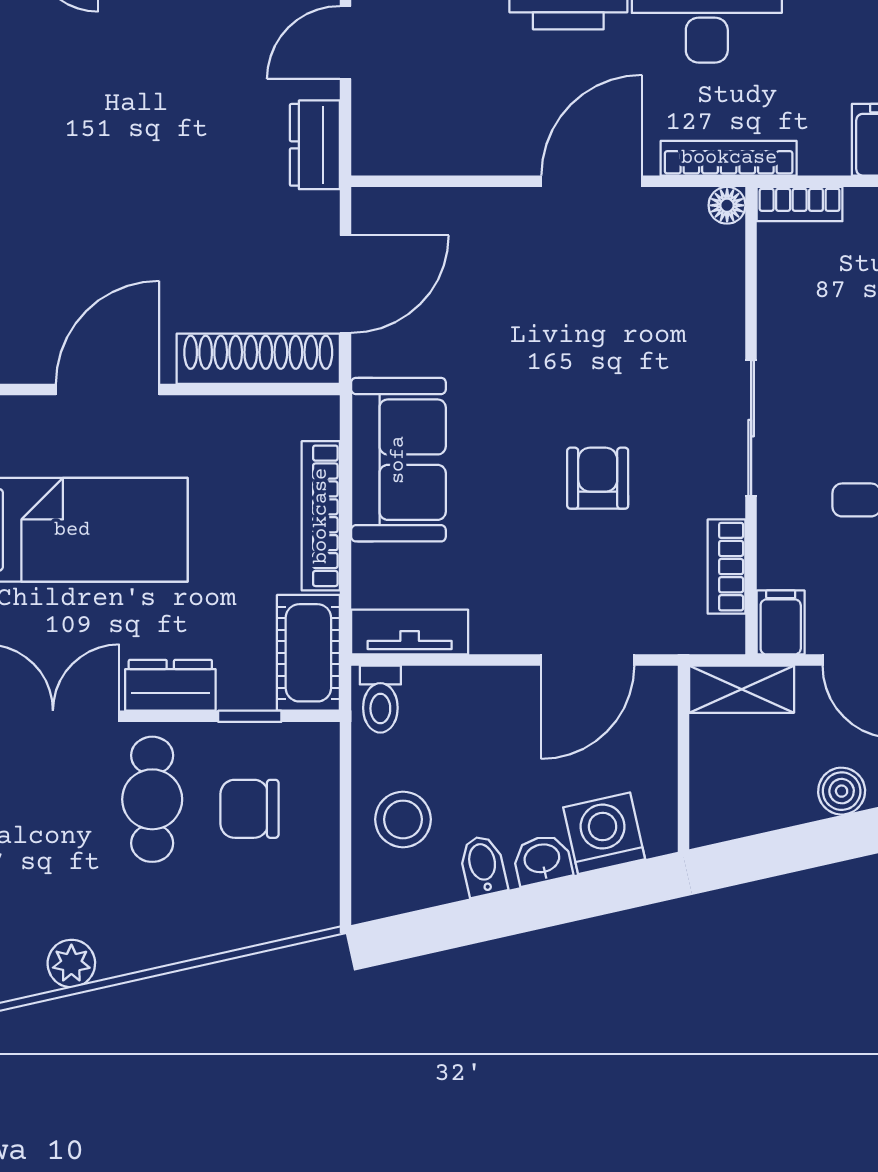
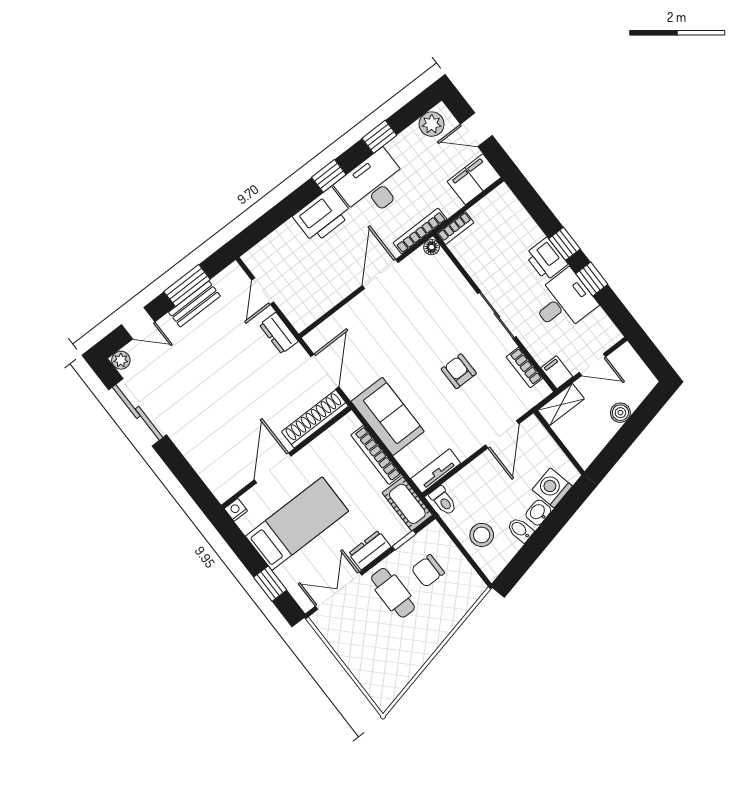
plant: (71, 963) -> (408, 668), removed

